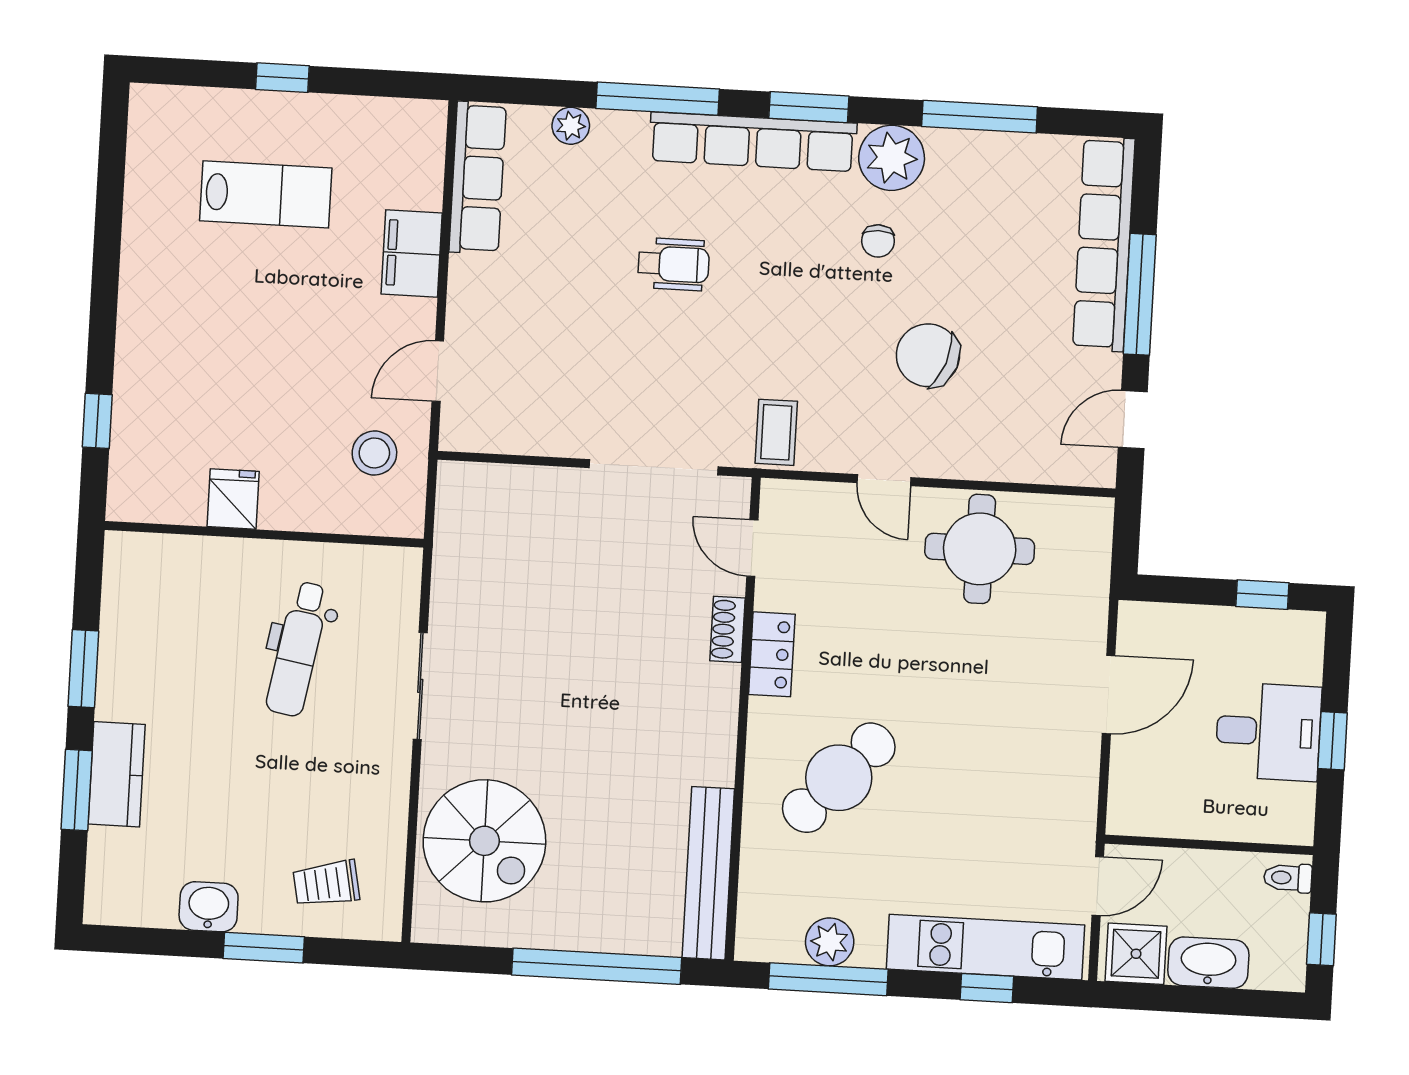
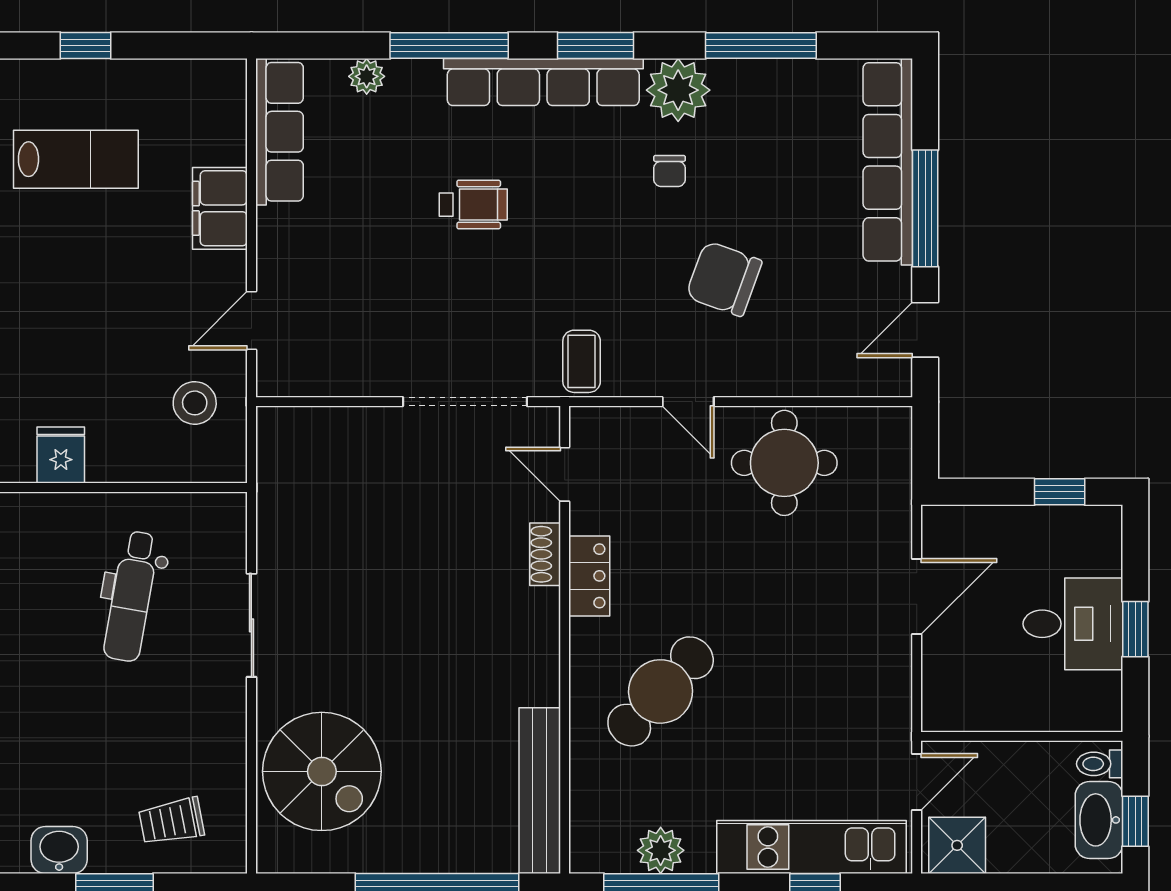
washbasin: (1208, 963) -> (1099, 820), moved, turned -90

